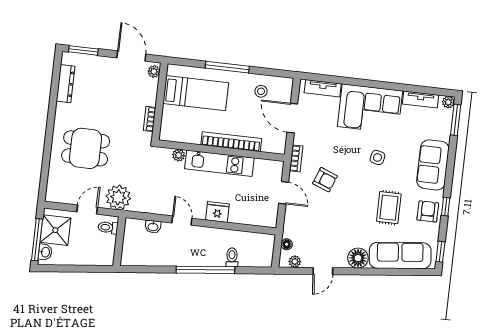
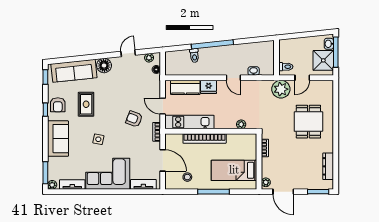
dining table: (86, 148) -> (308, 122), turned 90
kitchen unit: (219, 163) -> (189, 122), moved
kitchen counter: (250, 215) -> (185, 87), added

